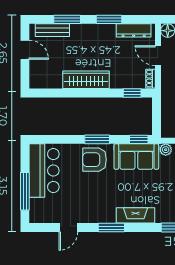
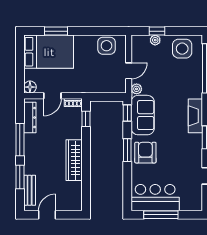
window: (109, 19) -> (20, 140), width x1.44
armchair: (95, 160) -> (145, 153), turned 180
window: (25, 191) -> (161, 215), moved

